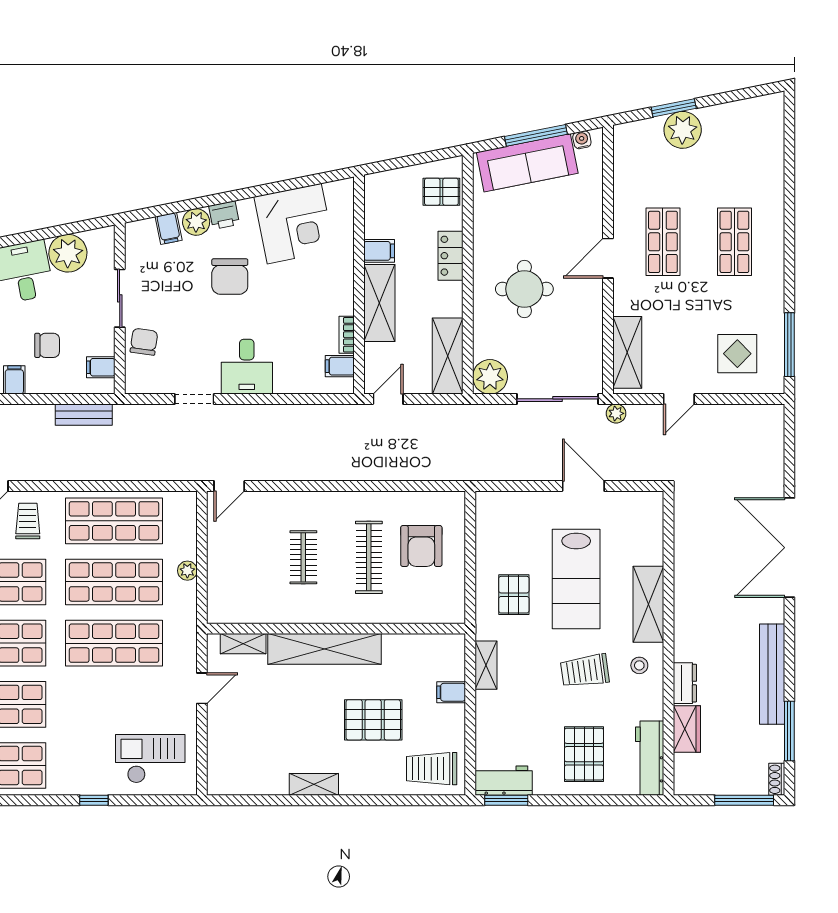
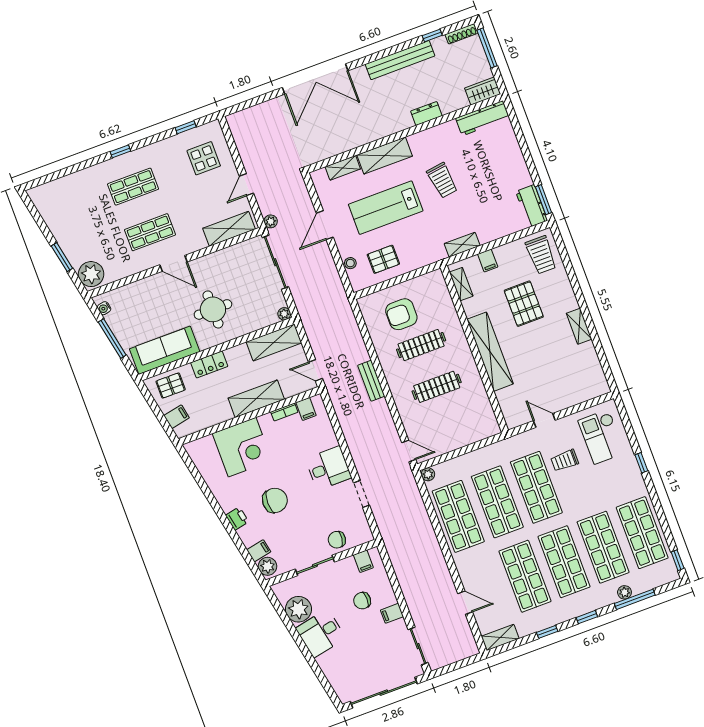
plant: (683, 130) -> (91, 274), moved
sofa: (527, 163) -> (165, 350), moved, turned -79
pallet: (441, 192) -> (171, 385), turned 90
plant: (196, 222) -> (268, 566), moved
corner desk: (294, 224) -> (242, 447), moved, turned 101
window: (789, 243) -> (120, 151), added
filing cabinet: (379, 251) -> (177, 417), moved, turned 79
chair: (47, 345) -> (362, 601), turned -90
window: (789, 345) -> (186, 127), width x0.46
plant: (490, 377) -> (284, 314), width x0.53, depth x0.53
door: (679, 399) -> (246, 185), swing flipped
bench: (84, 415) -> (371, 381), moved
trolley: (28, 521) -> (565, 460), moved
shelving: (653, 540) -> (343, 168), added
armchair: (421, 546) -> (401, 314), turned 180
clothes rail: (303, 557) -> (437, 387), width x1.36
plant: (187, 571) -> (428, 474), moved
lab bench: (576, 579) -> (386, 208), turned 180
pallet: (514, 595) -> (383, 259), moved
shelving: (243, 644) -> (461, 284), moved
stool: (639, 665) -> (350, 263), moved
wardrobe: (687, 729) -> (483, 91), moved
window: (789, 731) -> (432, 35), width x0.46
pallet: (584, 754) -> (496, 161), removed
shoe rack: (777, 779) -> (462, 34), width x1.43

